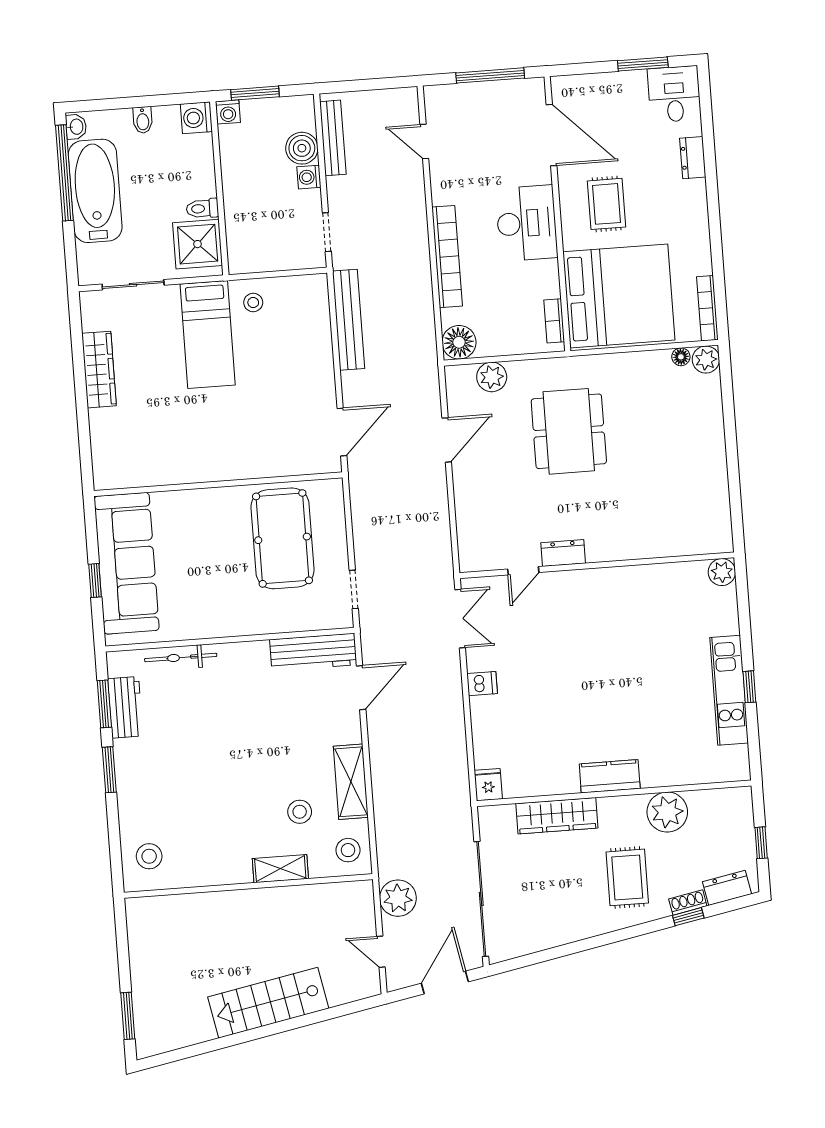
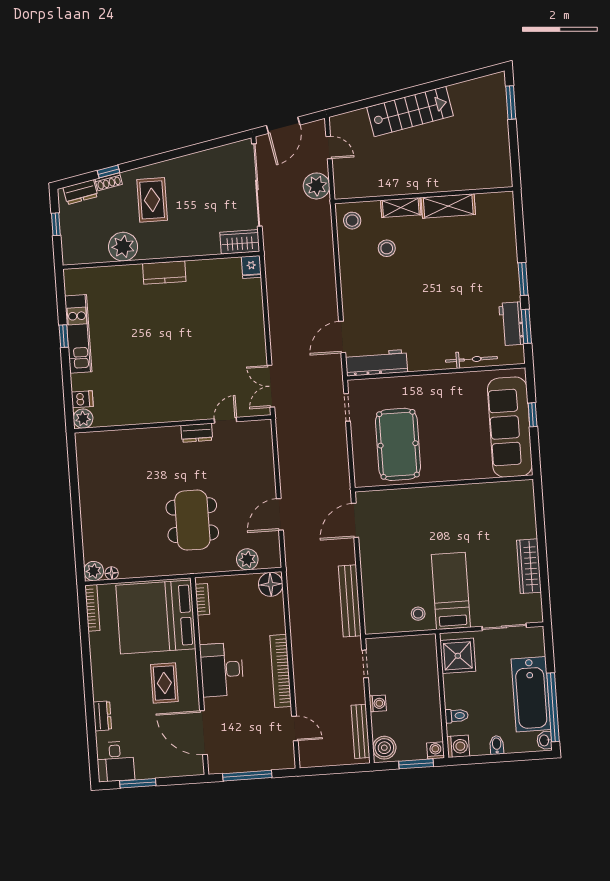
boiler: (302, 148) -> (384, 748), moved
toilet: (202, 209) -> (457, 716), moved
bookcase: (447, 257) -> (281, 671), moved
dishwasher: (482, 684) -> (82, 399), moved, turned 180
shelving: (351, 782) -> (448, 206), moved, turned 90
wardrobe: (557, 816) -> (240, 242), moved, width x0.67
stool: (149, 856) -> (495, 217), removed

